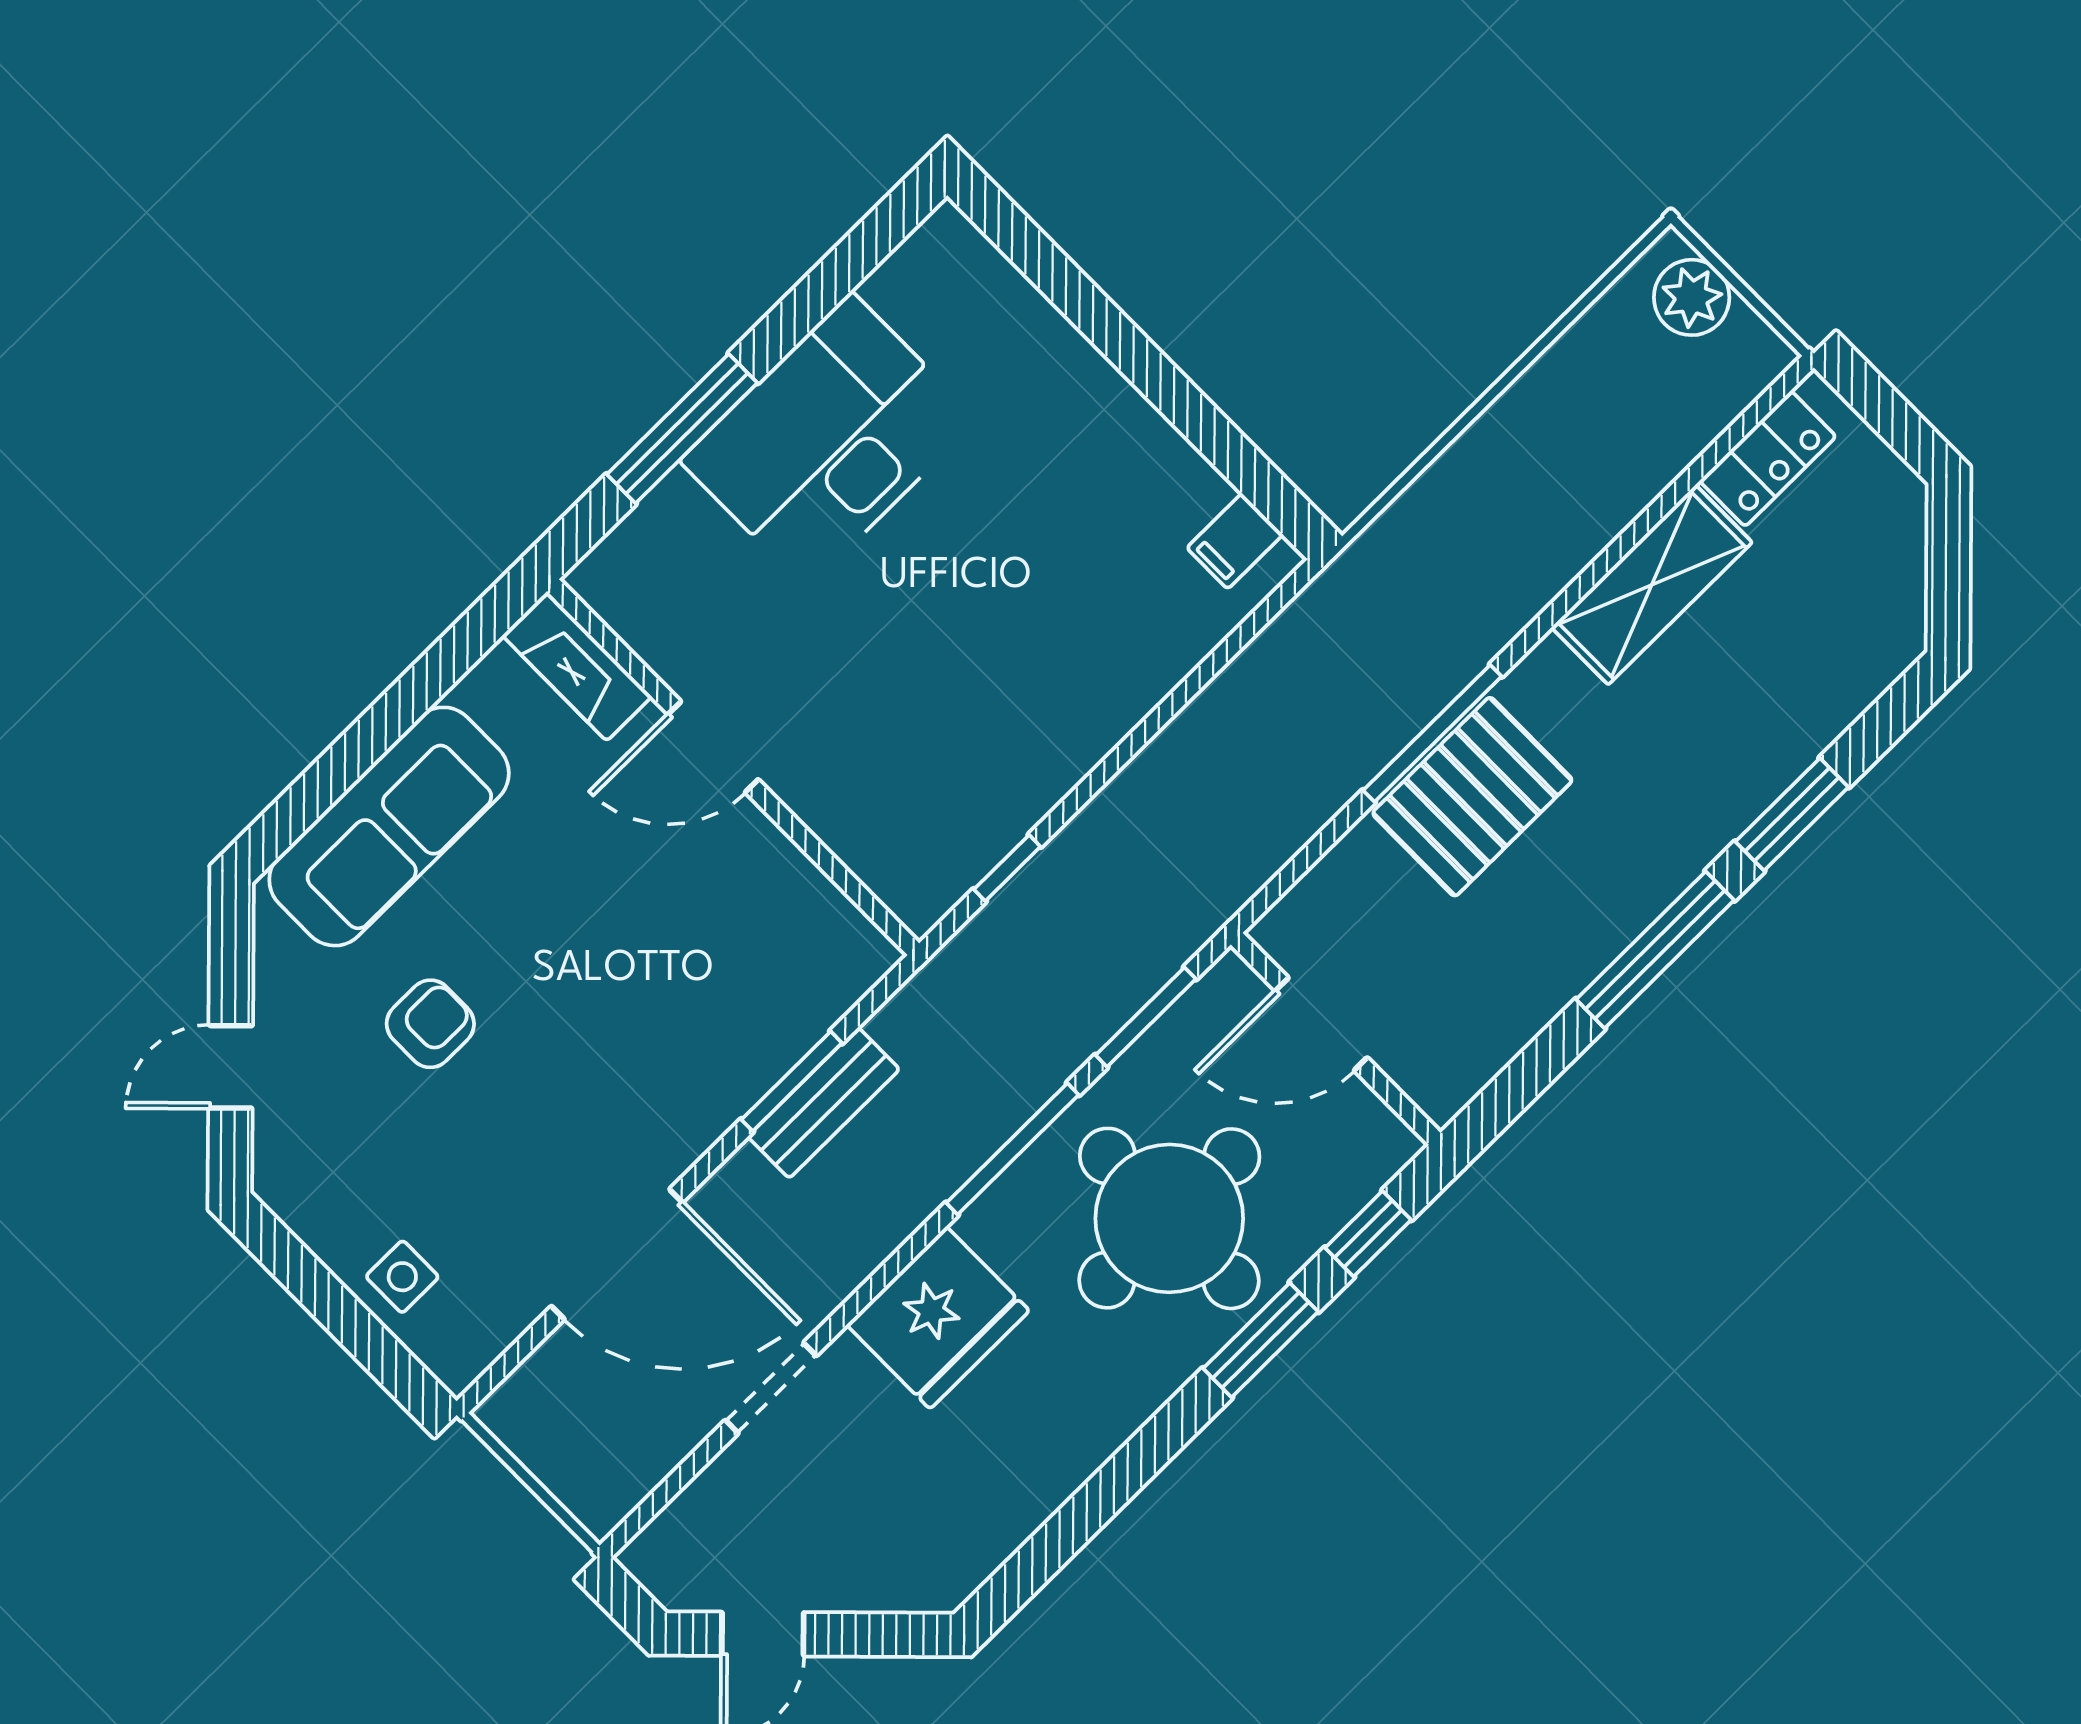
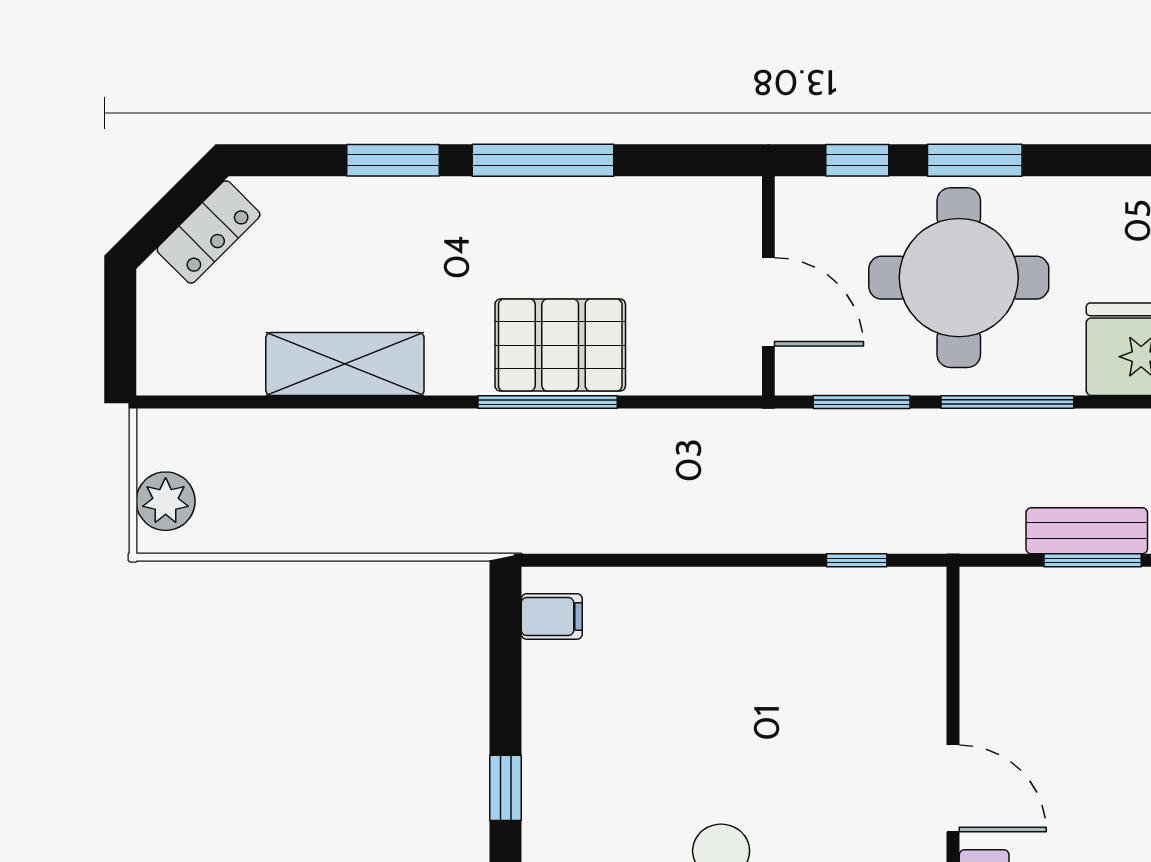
window: (1122, 343) -> (506, 788), added
locker: (1768, 459) -> (209, 232), moved, turned 135

